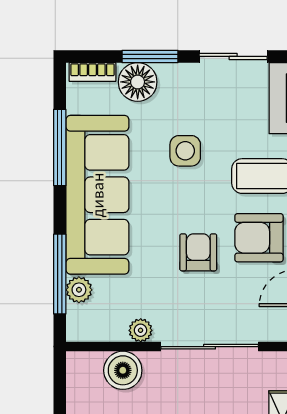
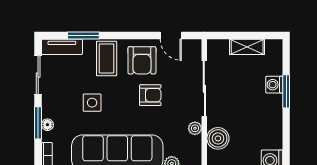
floor lamp: (138, 82) -> (47, 125), width x0.53, depth x0.53
armchair: (198, 252) -> (150, 95), turned 180

